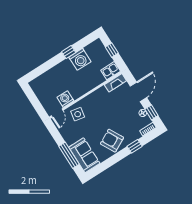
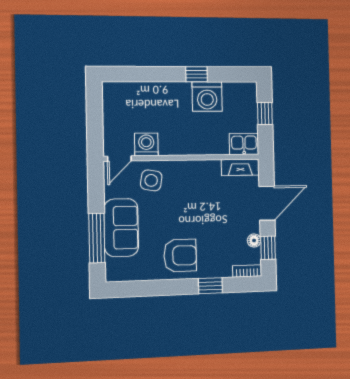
armchair: (112, 141) -> (180, 255), turned 118
sofa: (84, 155) -> (121, 228), moved

